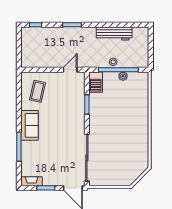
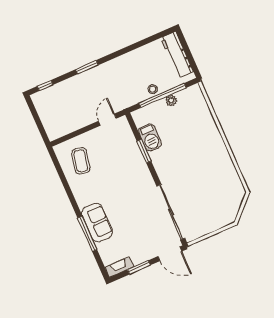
workbench: (114, 33) -> (177, 55), moved, turned 90
barbecue: (96, 82) -> (150, 137), moved
sofa: (30, 125) -> (97, 223), moved

